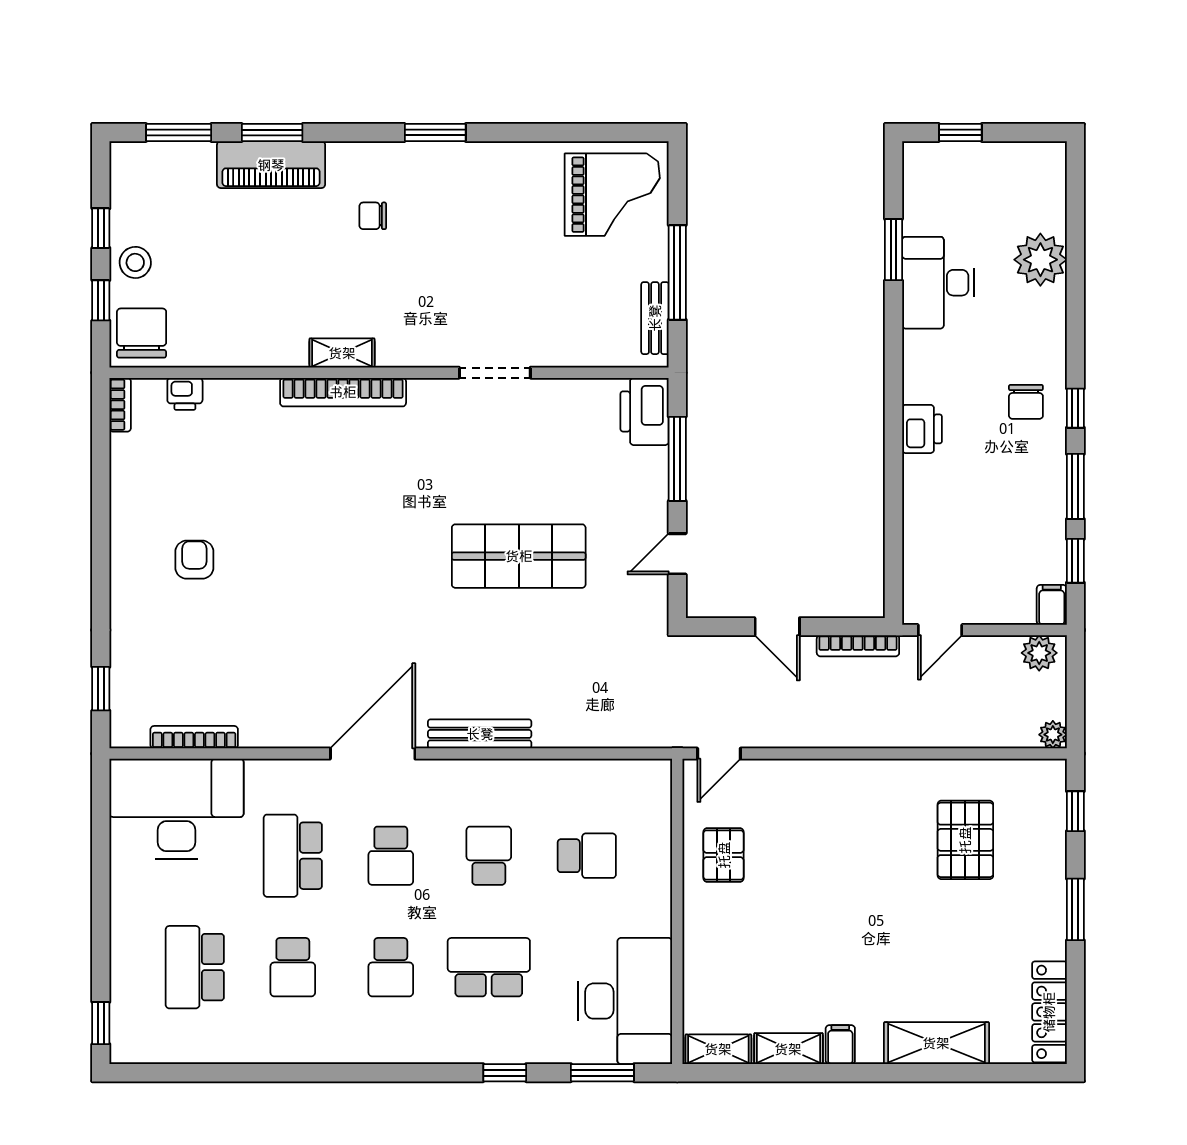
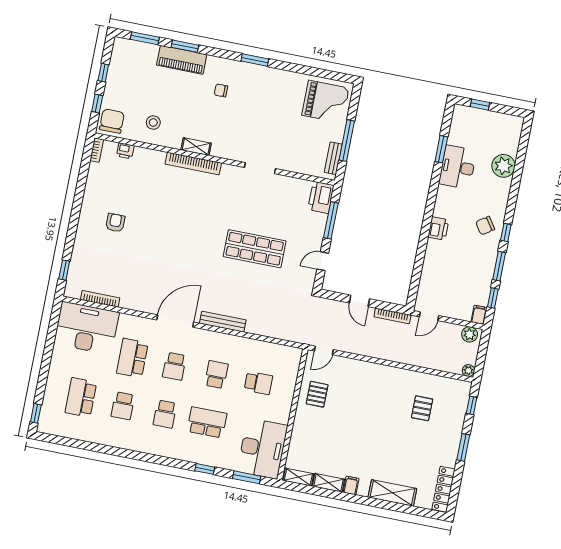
stool: (135, 262) -> (153, 123), moved
chair: (1026, 402) -> (485, 226), turned 56
pallet: (965, 840) -> (422, 408), width x0.67, depth x0.71

